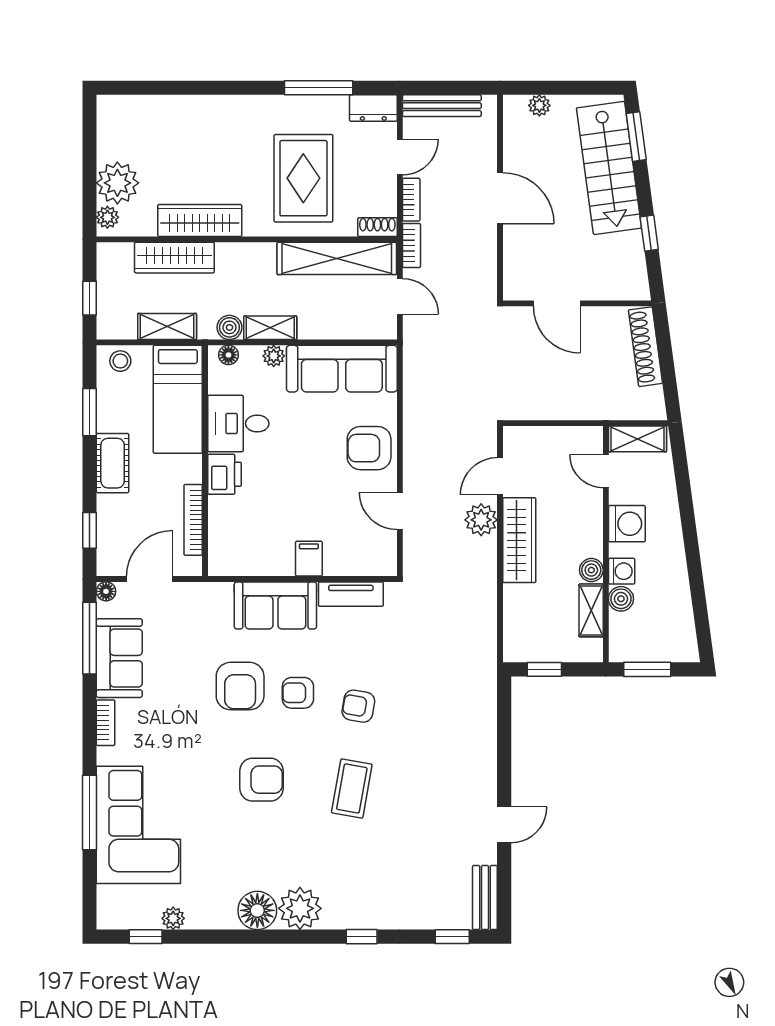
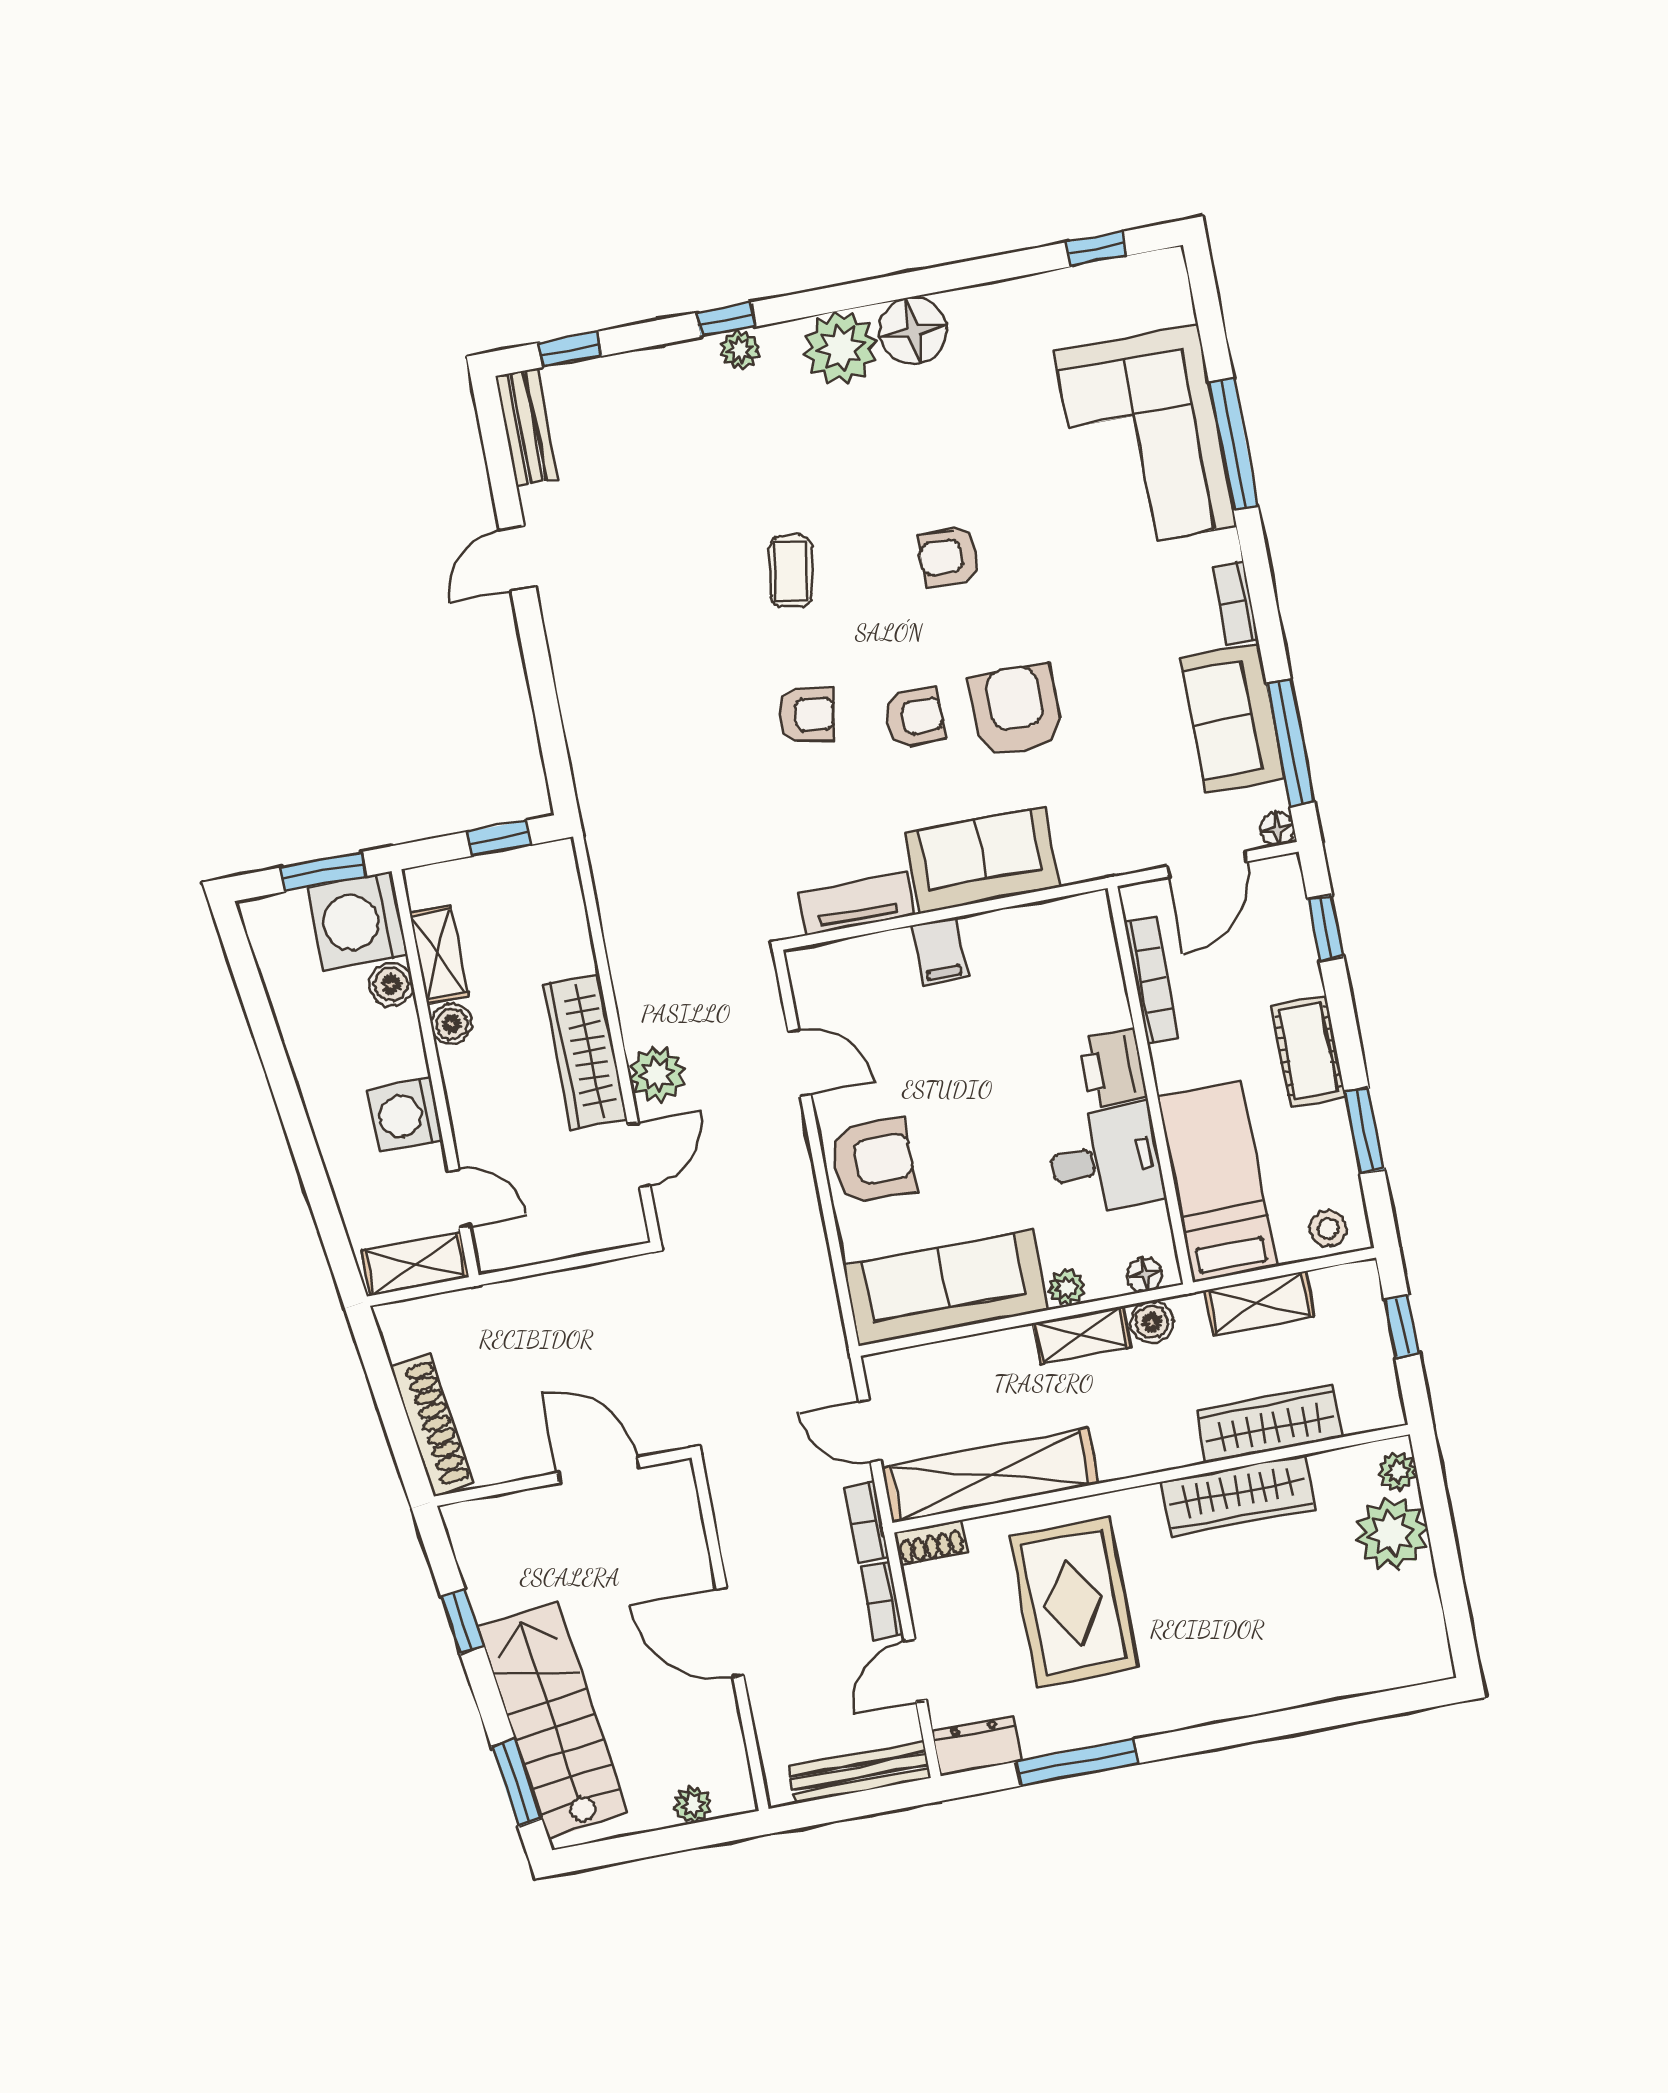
washing machine: (622, 571) -> (358, 921), moved, width x1.89, depth x1.89
armchair: (261, 780) -> (949, 556), width x0.72, depth x0.72
coffee table: (352, 788) -> (791, 571), width x0.73, depth x0.77
plant: (173, 918) -> (740, 350), moved

